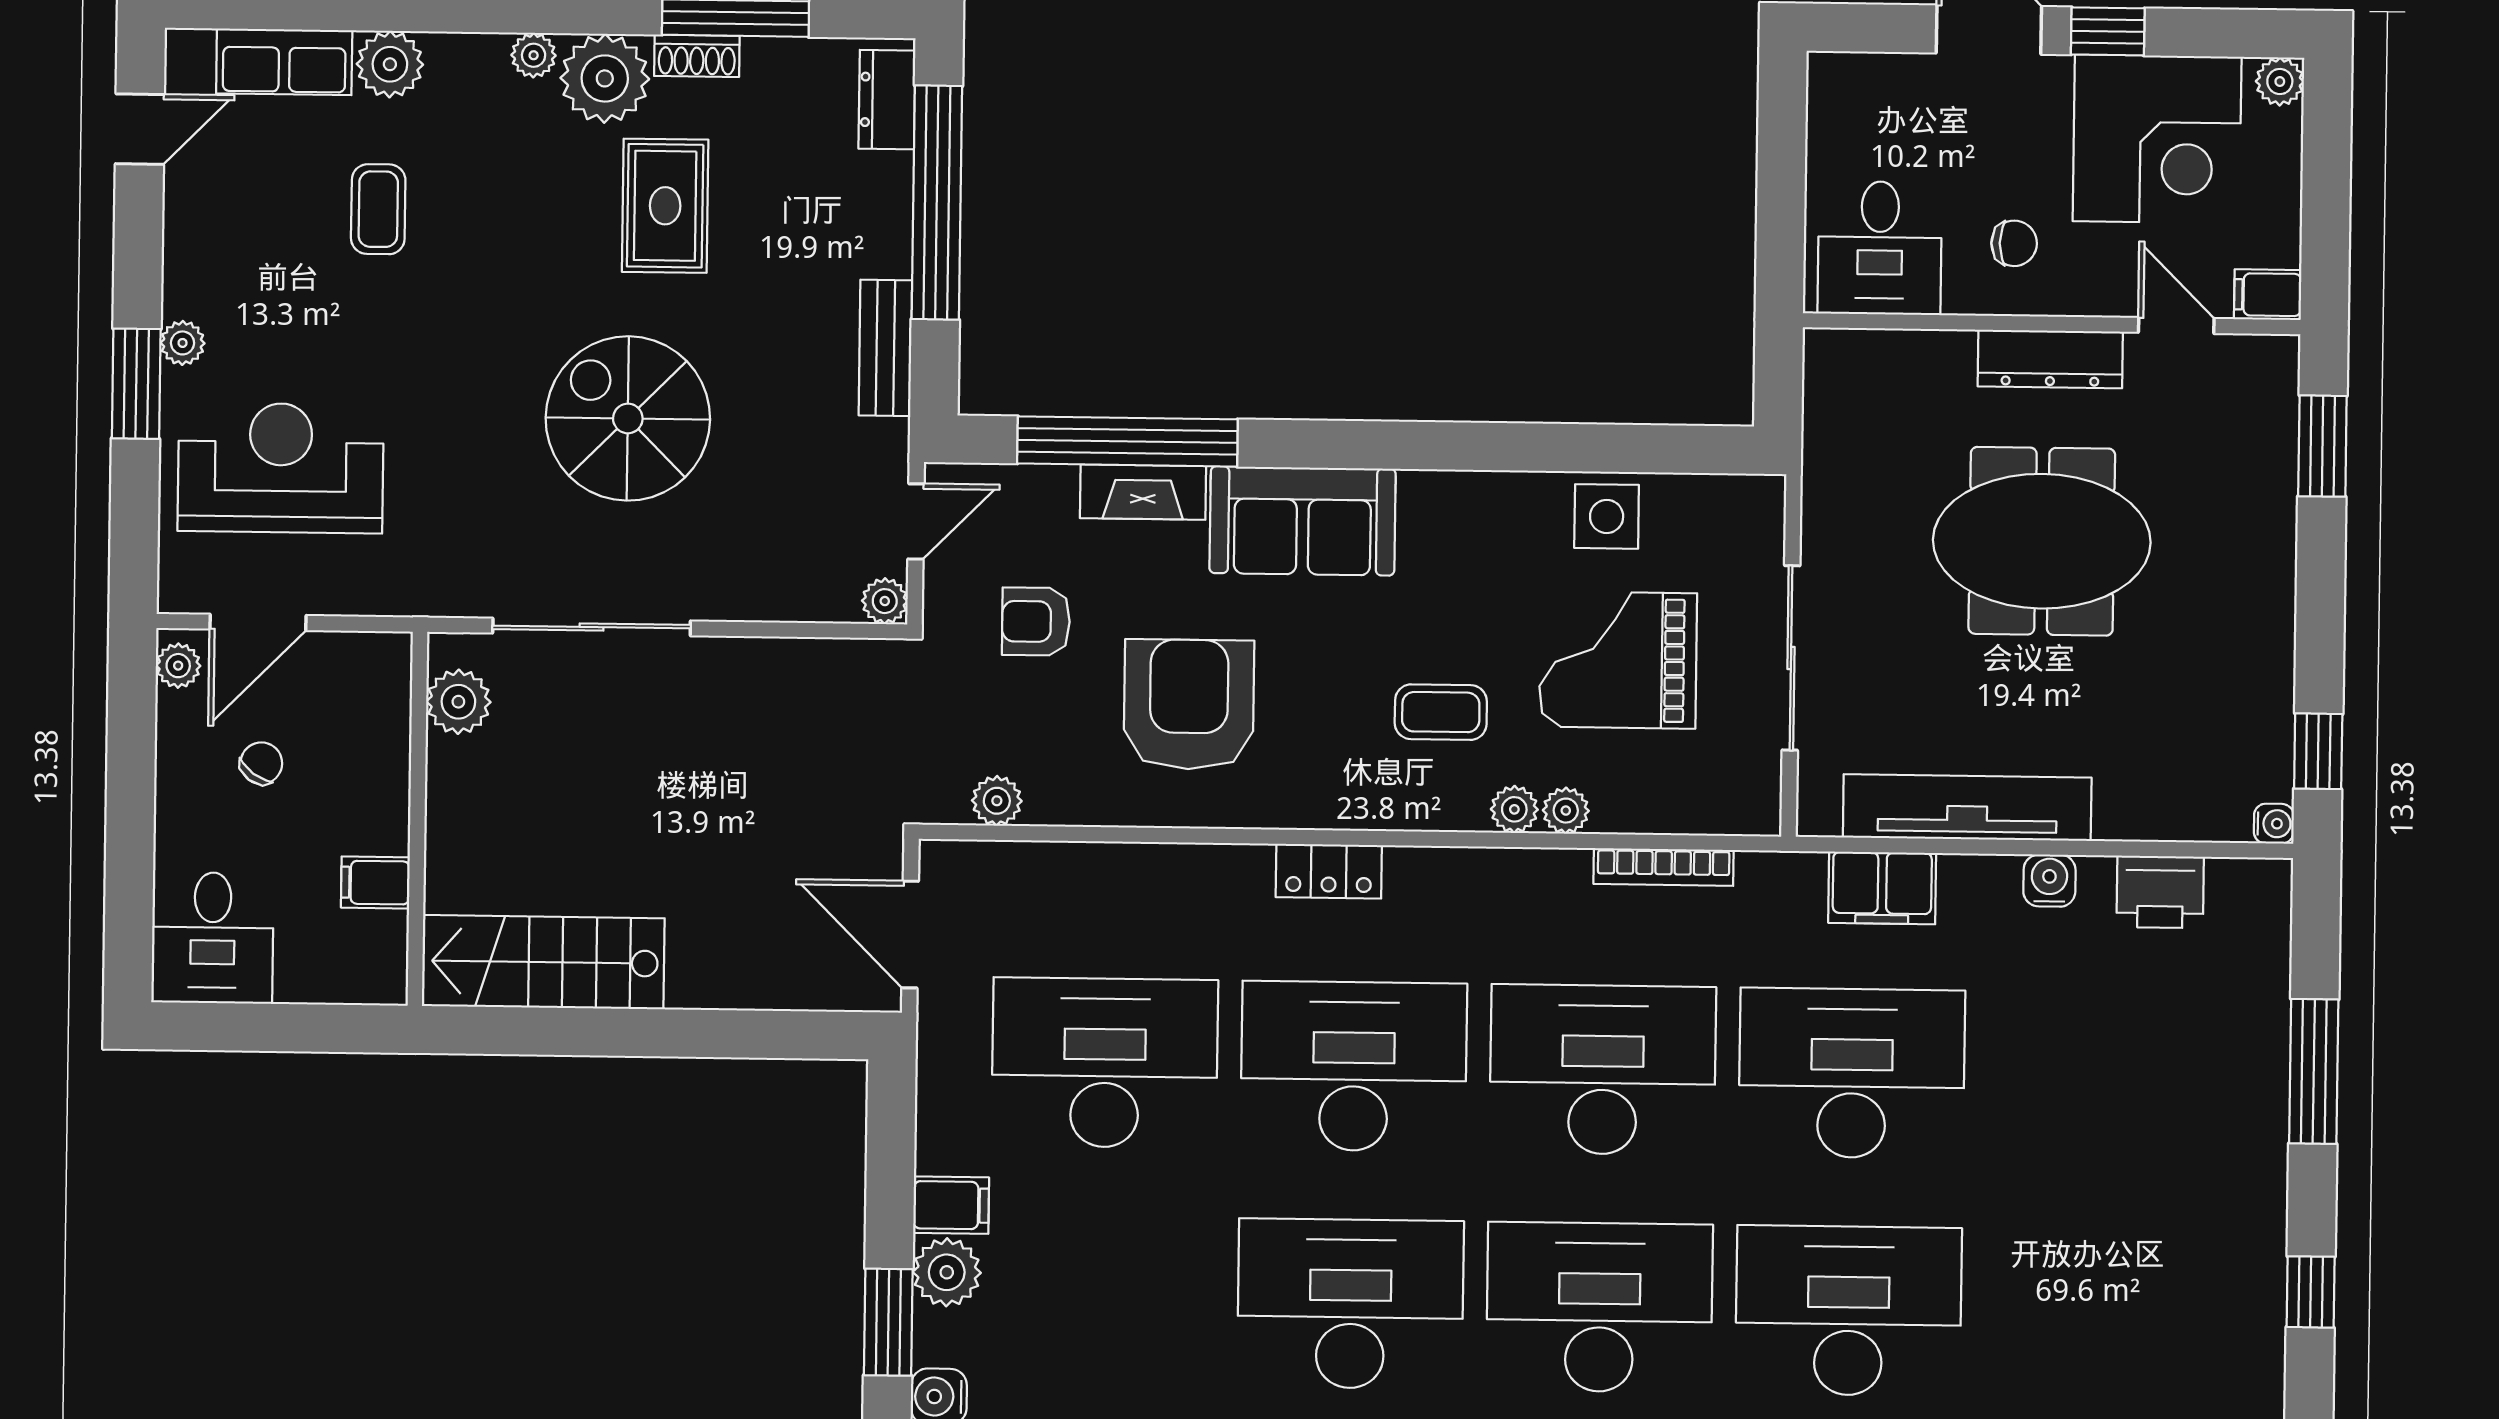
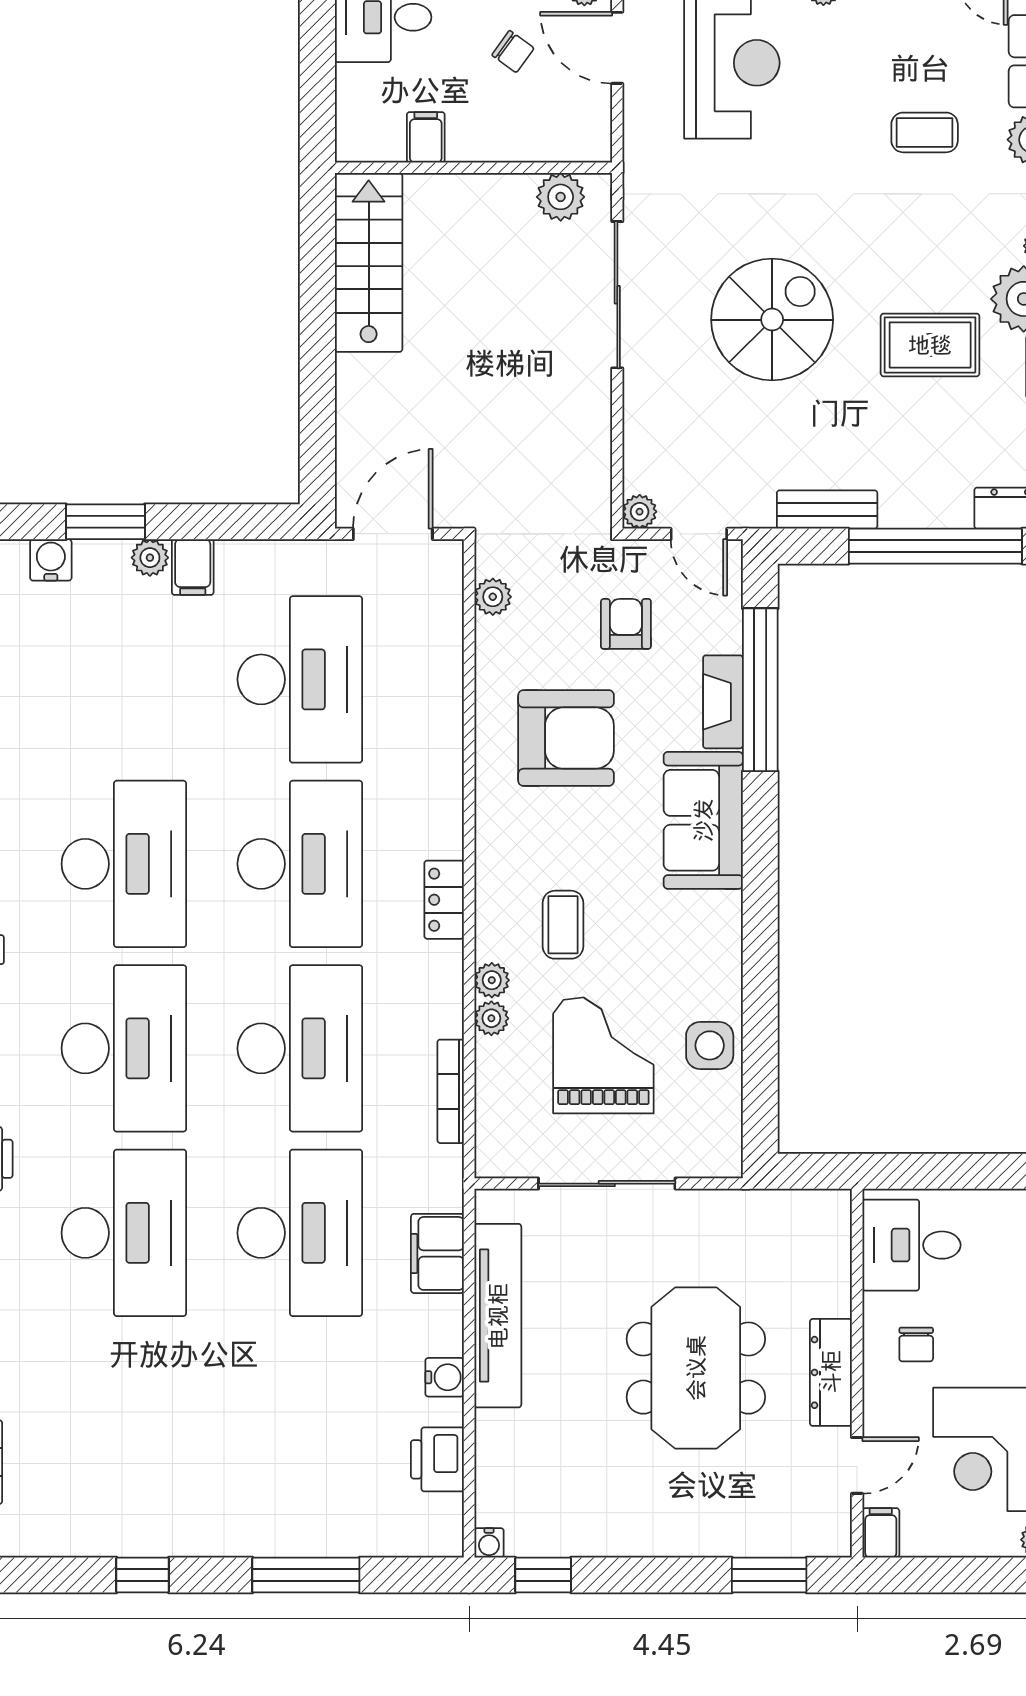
locker: (1329, 871) -> (444, 900), moved
plant: (947, 1272) -> (150, 558), width x0.73, depth x0.73

